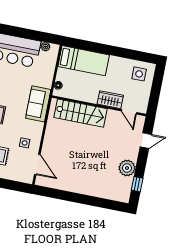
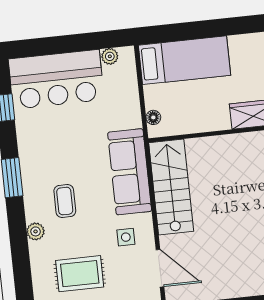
sofa: (38, 104) -> (130, 172), width x1.36
stairs: (81, 113) -> (171, 187), moved, turned -90

